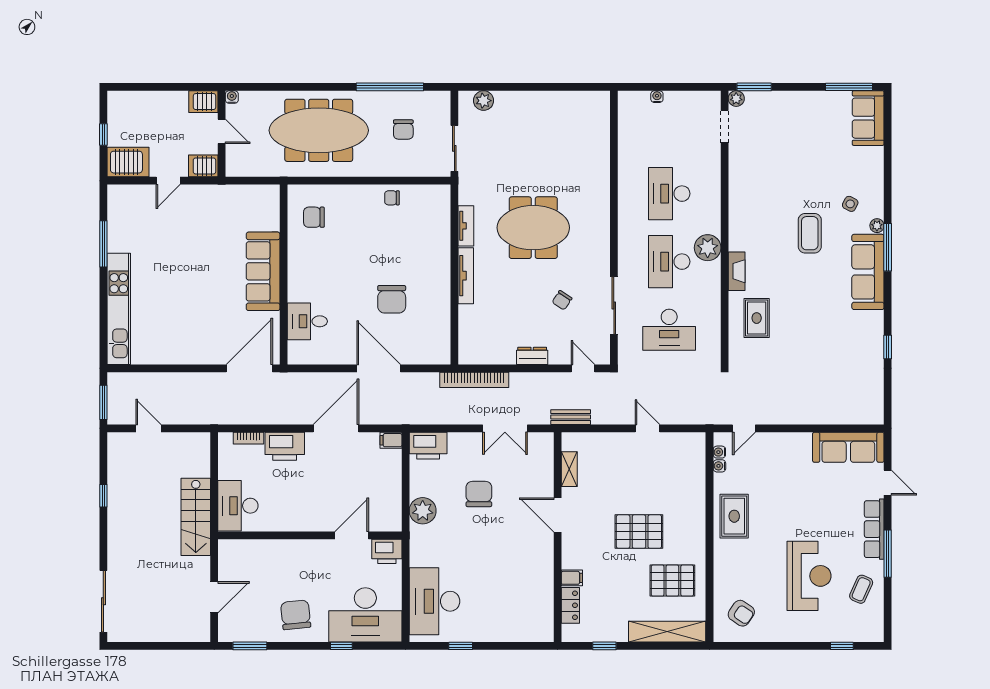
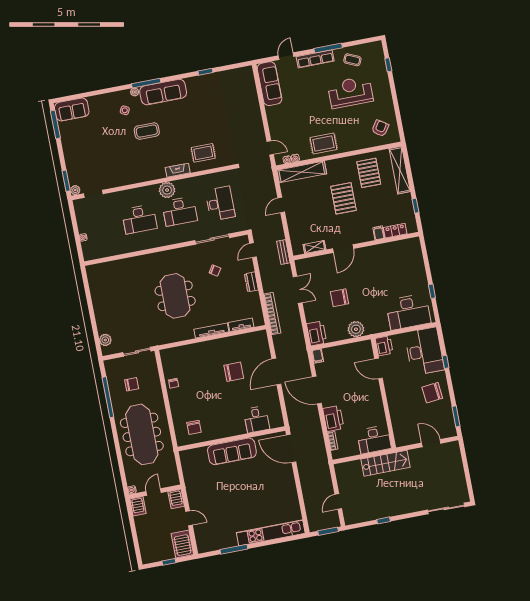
tv unit: (466, 226) -> (241, 325), moved
shelving: (695, 472) -> (302, 172), added

